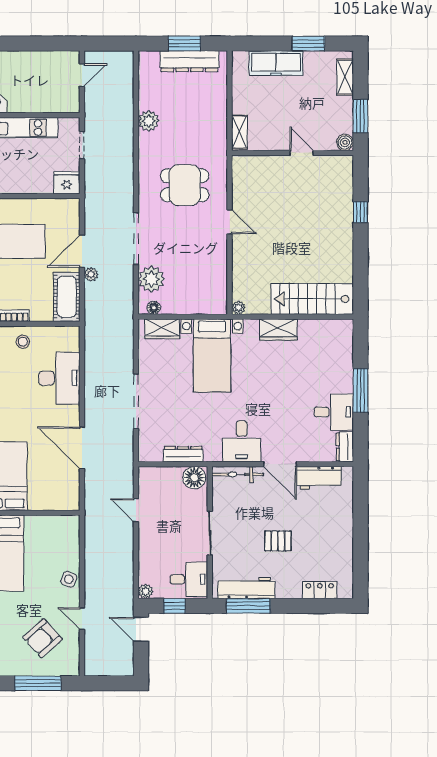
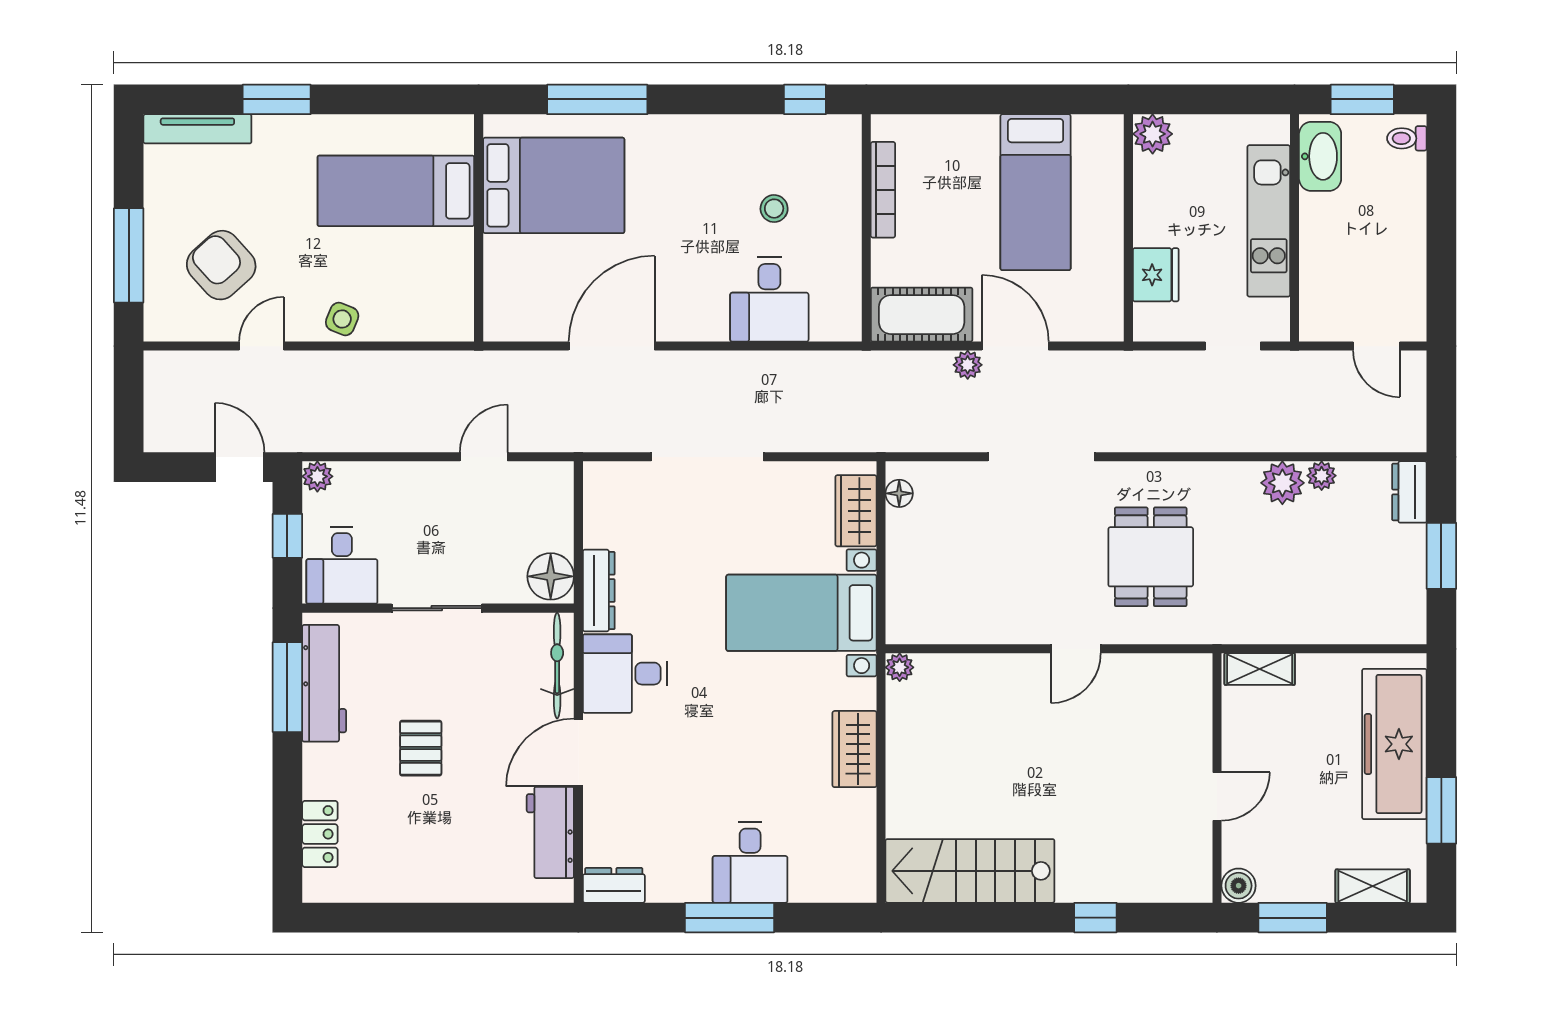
dresser: (189, 61) -> (1409, 492), moved, width x0.51, depth x0.80
freezer: (276, 63) -> (1394, 744), width x1.36, depth x1.26
fridge: (67, 183) -> (1156, 275), moved
plant: (151, 279) -> (1322, 476), moved, width x0.53, depth x0.53
stairs: (312, 299) -> (970, 871), moved, turned -90
stool: (23, 342) -> (774, 209), moved
desk: (59, 378) -> (769, 299), width x0.73
desk: (334, 412) -> (750, 862), moved
dresser: (183, 454) -> (599, 591), moved
door: (141, 629) -> (240, 467), hinge flipped

